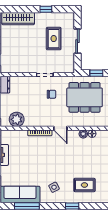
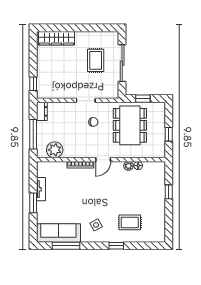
window: (46, 9) -> (87, 28), removed
sliding door: (77, 41) -> (122, 63), width x1.37
dining table: (85, 97) -> (130, 125), turned 90
door: (60, 128) -> (103, 160), hinge flipped

